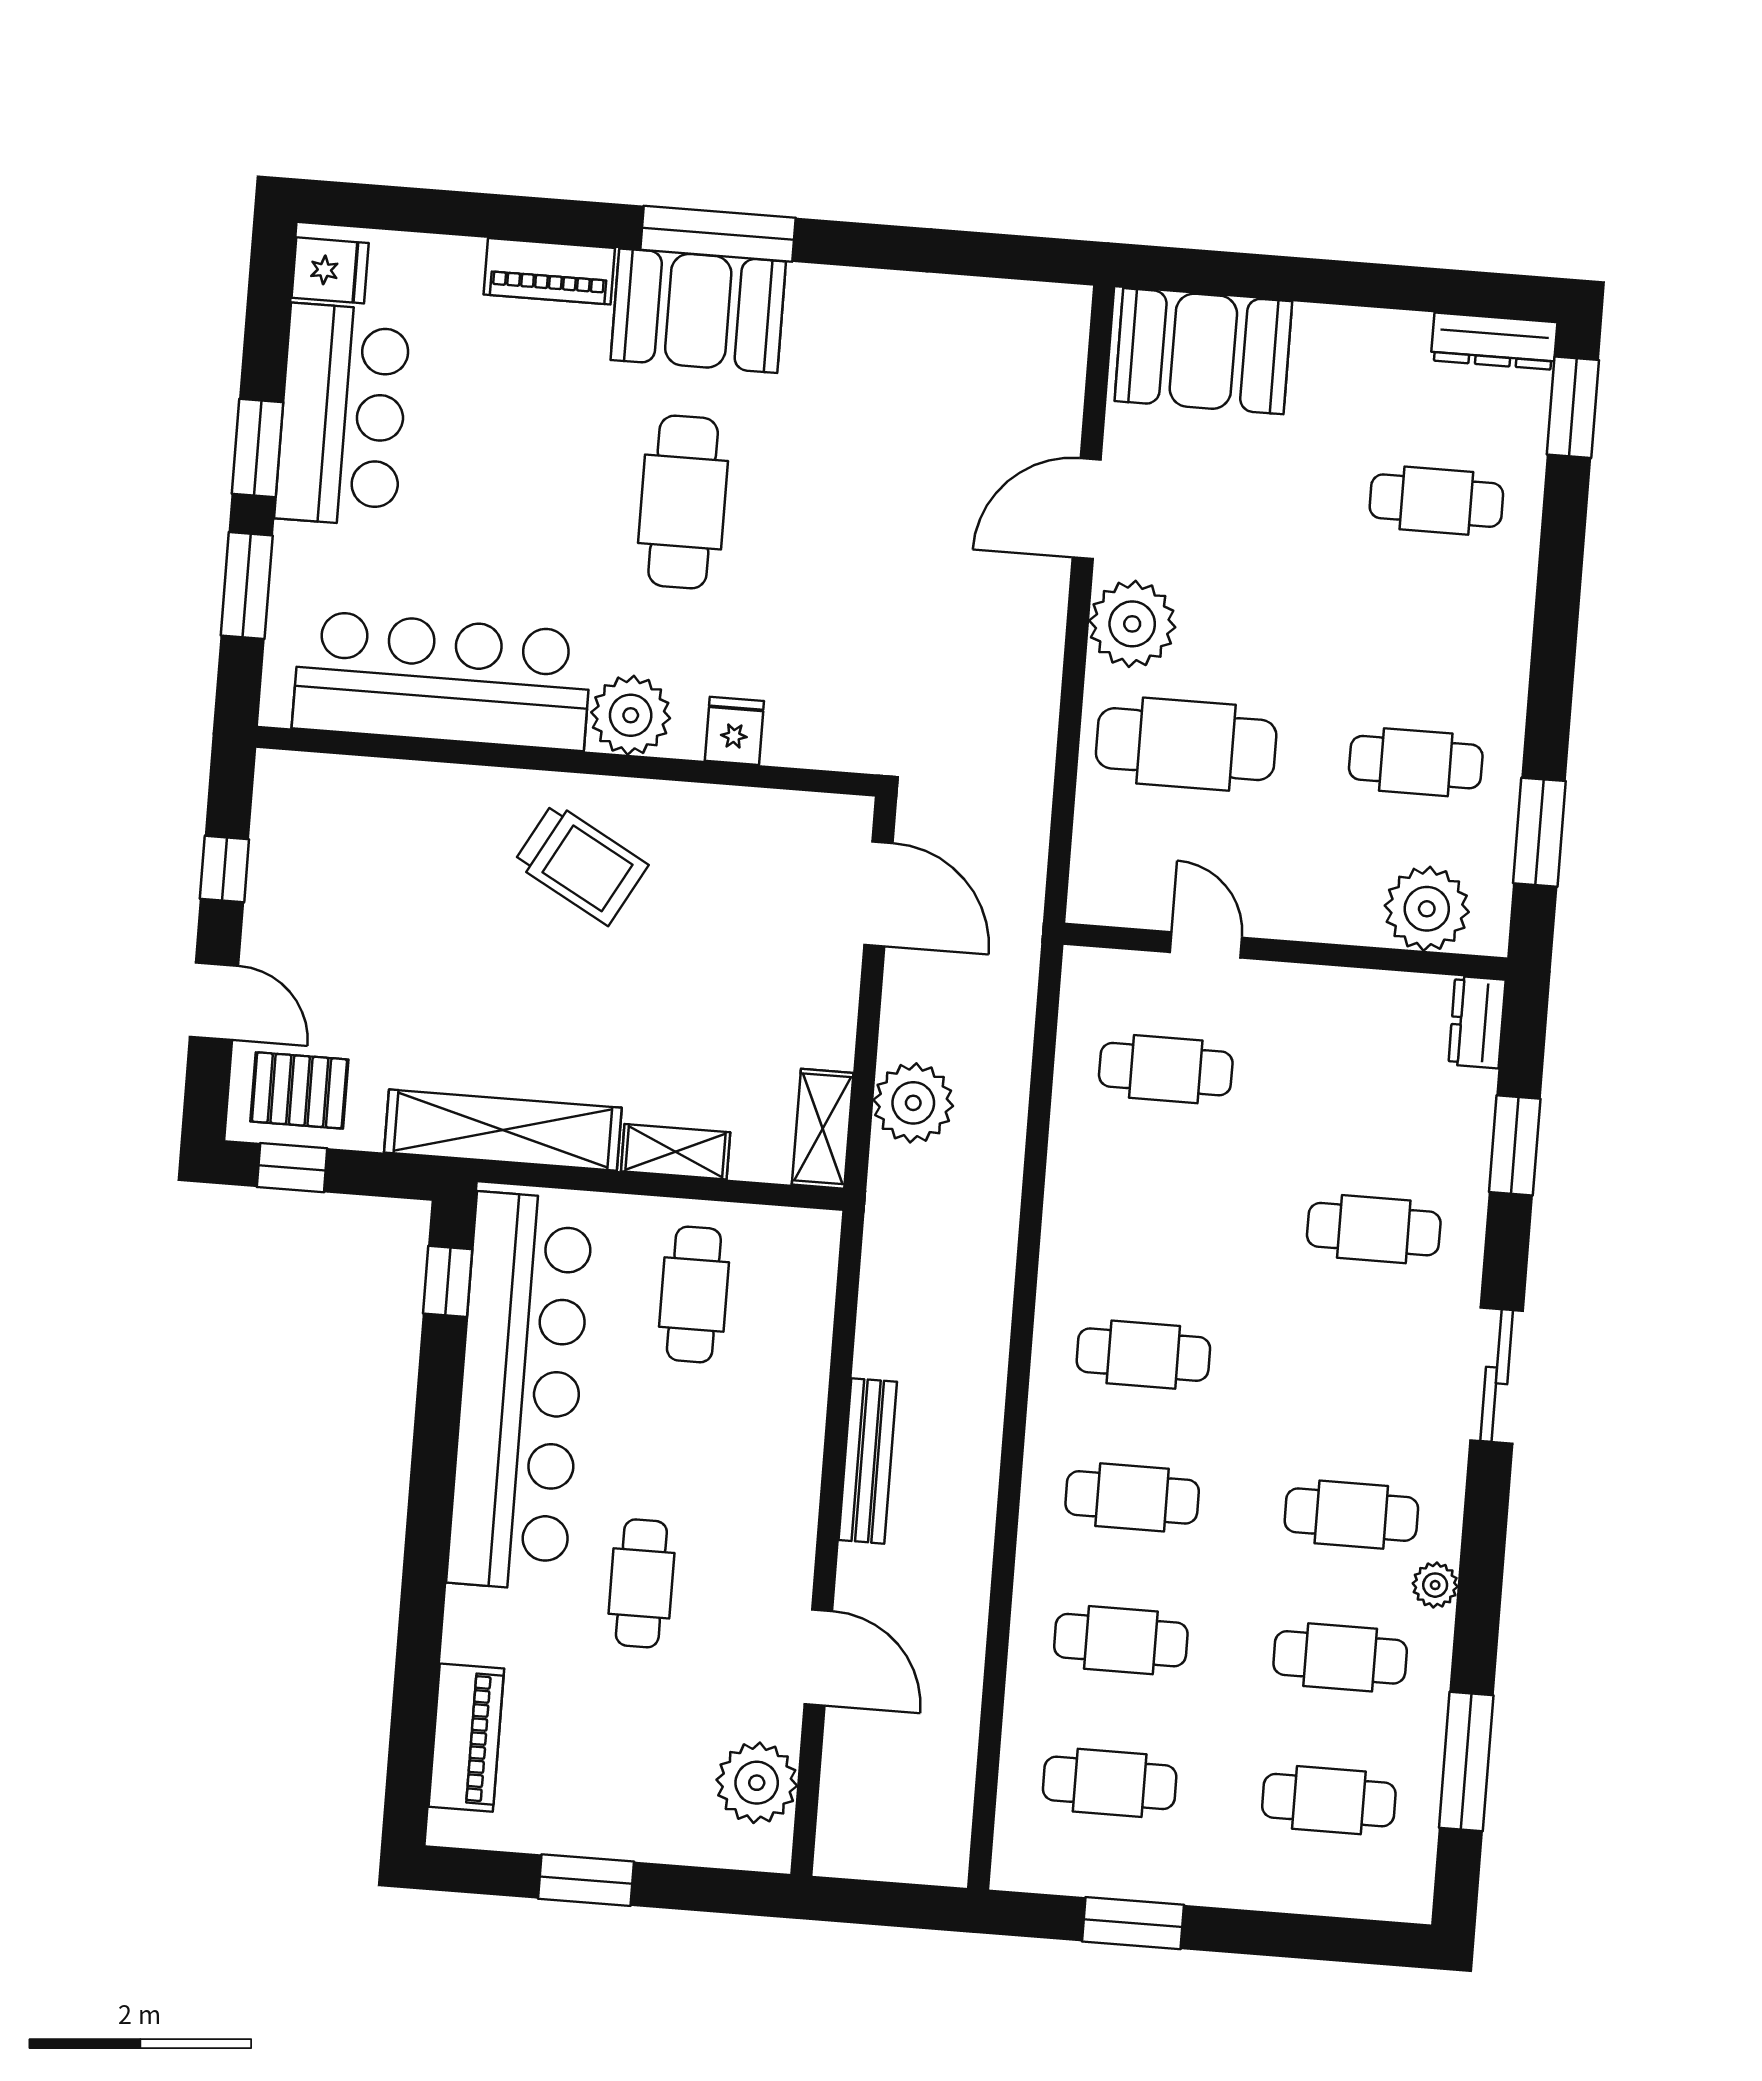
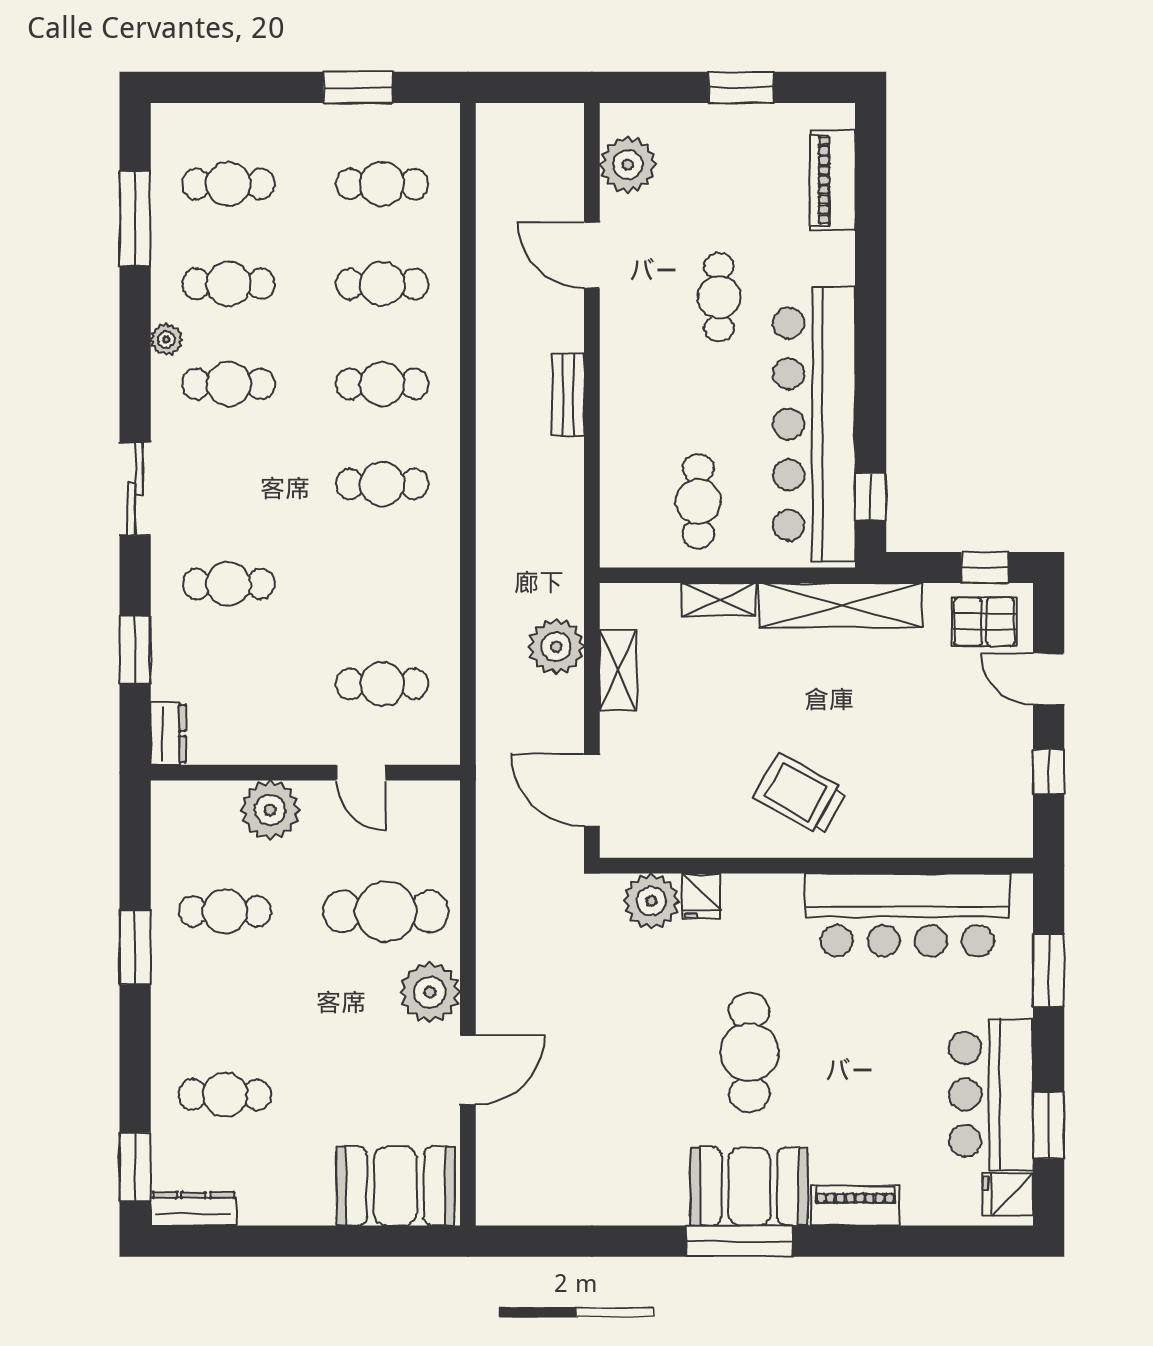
window: (258, 448) -> (1049, 1125), moved
plant: (631, 715) -> (651, 901), moved
window: (1539, 832) -> (135, 947), moved
plant: (1427, 909) -> (270, 810), moved
shelving: (823, 1129) -> (618, 670), moved
bench: (868, 1461) -> (568, 395), width x0.73

